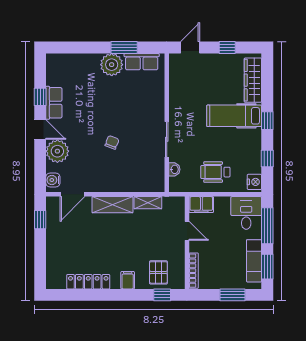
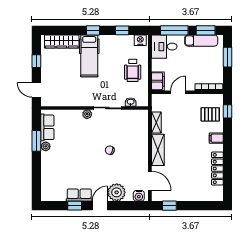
plant: (112, 65) -> (46, 146), width x0.53, depth x0.53
plant: (159, 113) -> (87, 114), added

